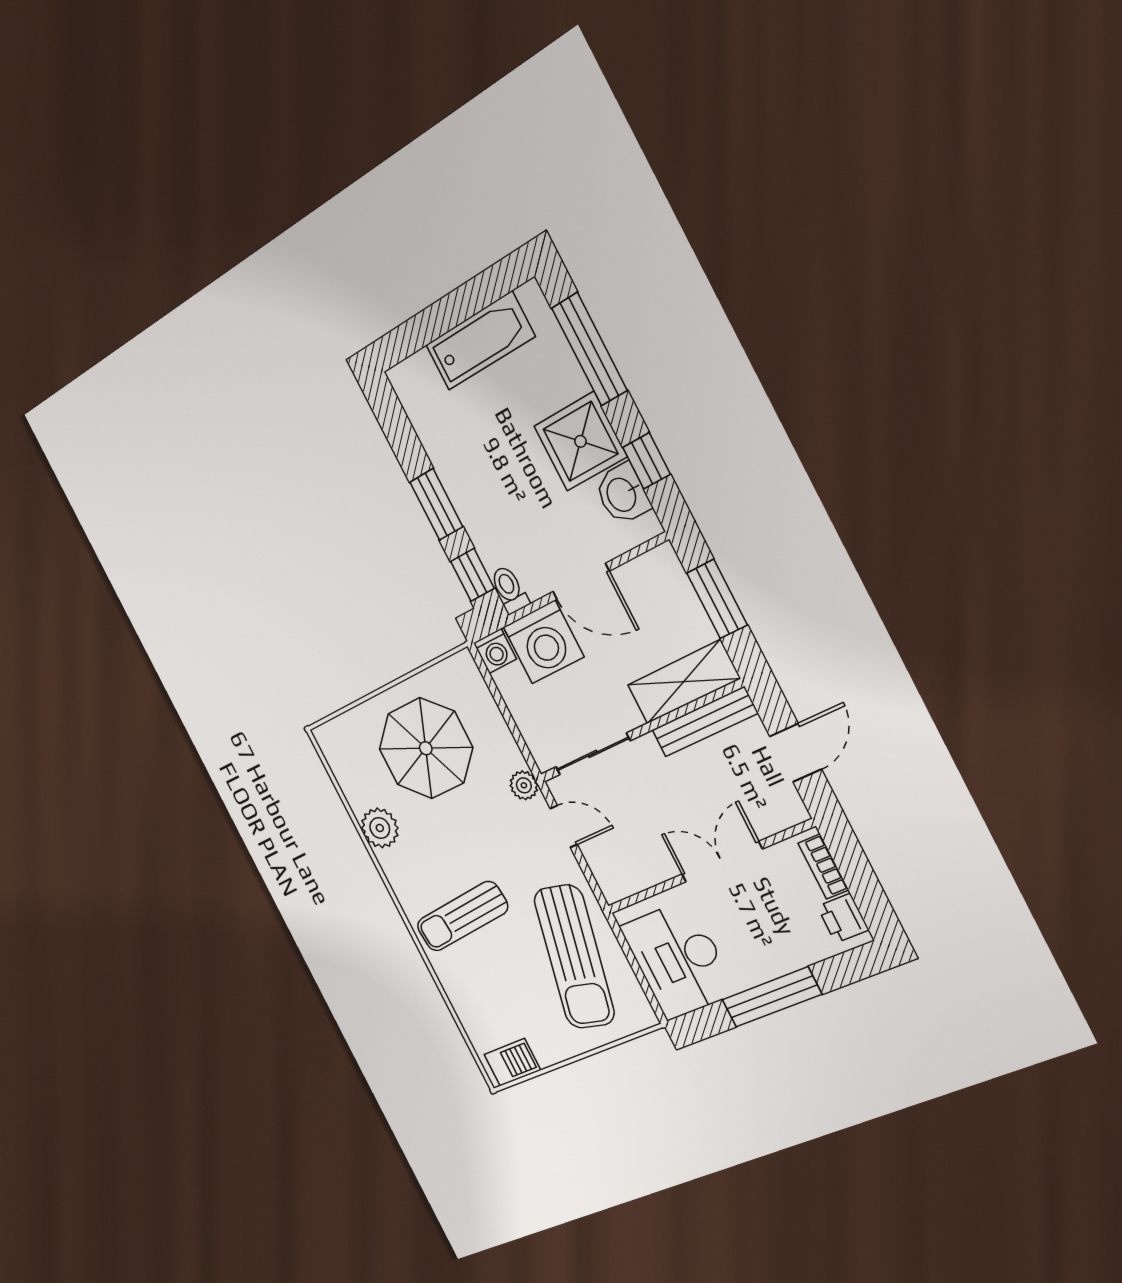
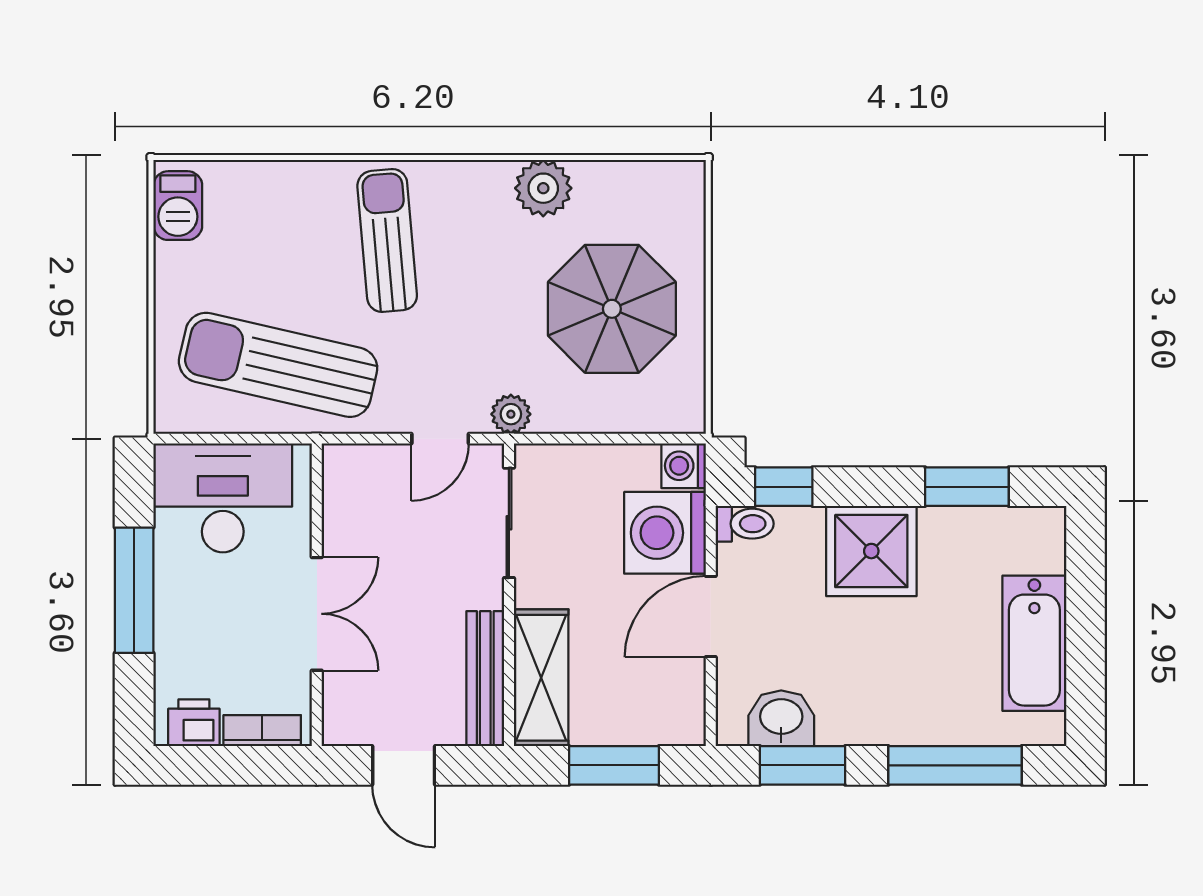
shower: (580, 441) -> (871, 551), moved
window: (647, 461) -> (803, 765), width x1.50
window: (436, 504) -> (967, 487), moved

